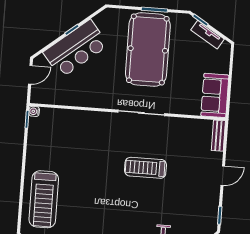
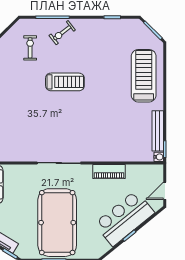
piano: (88, 100) -> (109, 172), added
bench: (33, 139) -> (158, 131), added
treadmill: (145, 168) -> (65, 82), moved

